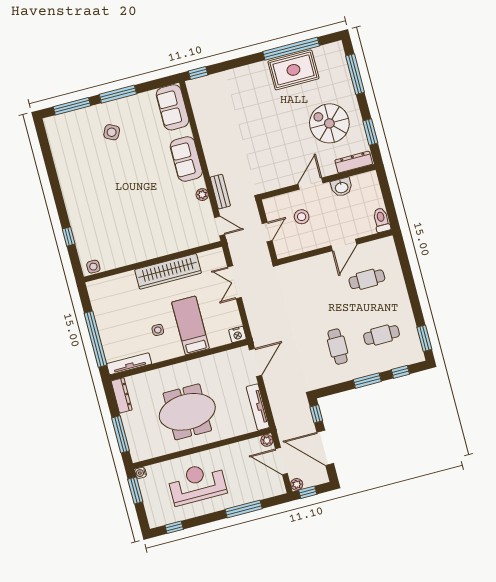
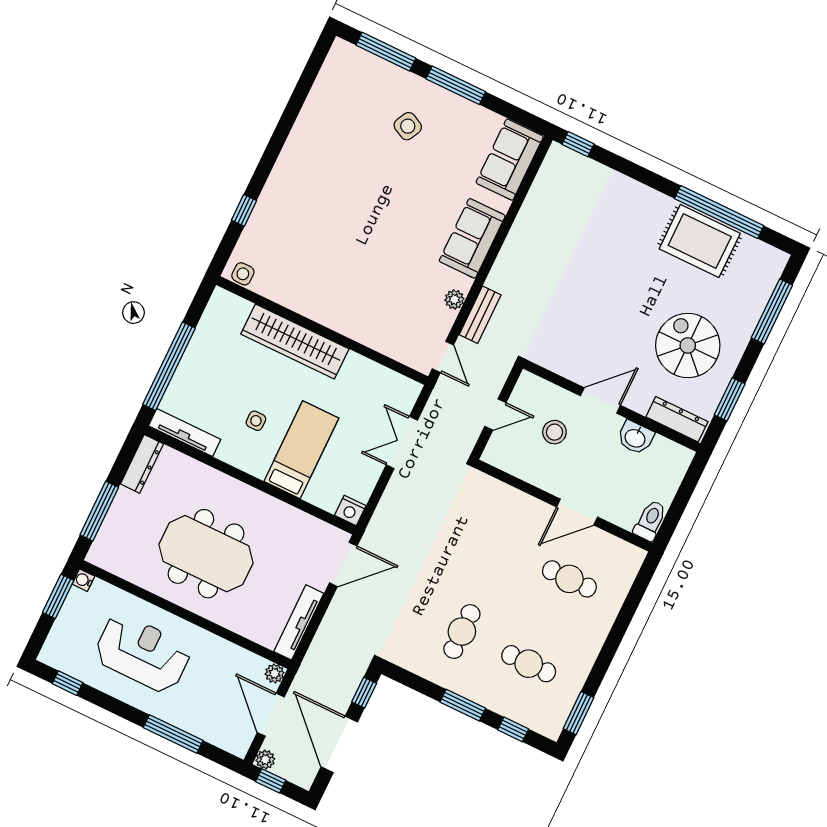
wardrobe: (168, 271) -> (295, 342), moved

